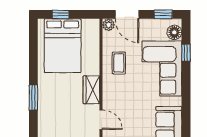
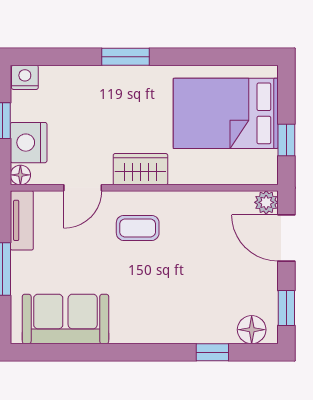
window: (61, 14) -> (286, 140), moved
door: (127, 14) -> (286, 238), hinge flipped
coffee table: (119, 63) -> (138, 228), moved
corner sofa: (162, 68) -> (182, 306), removed

